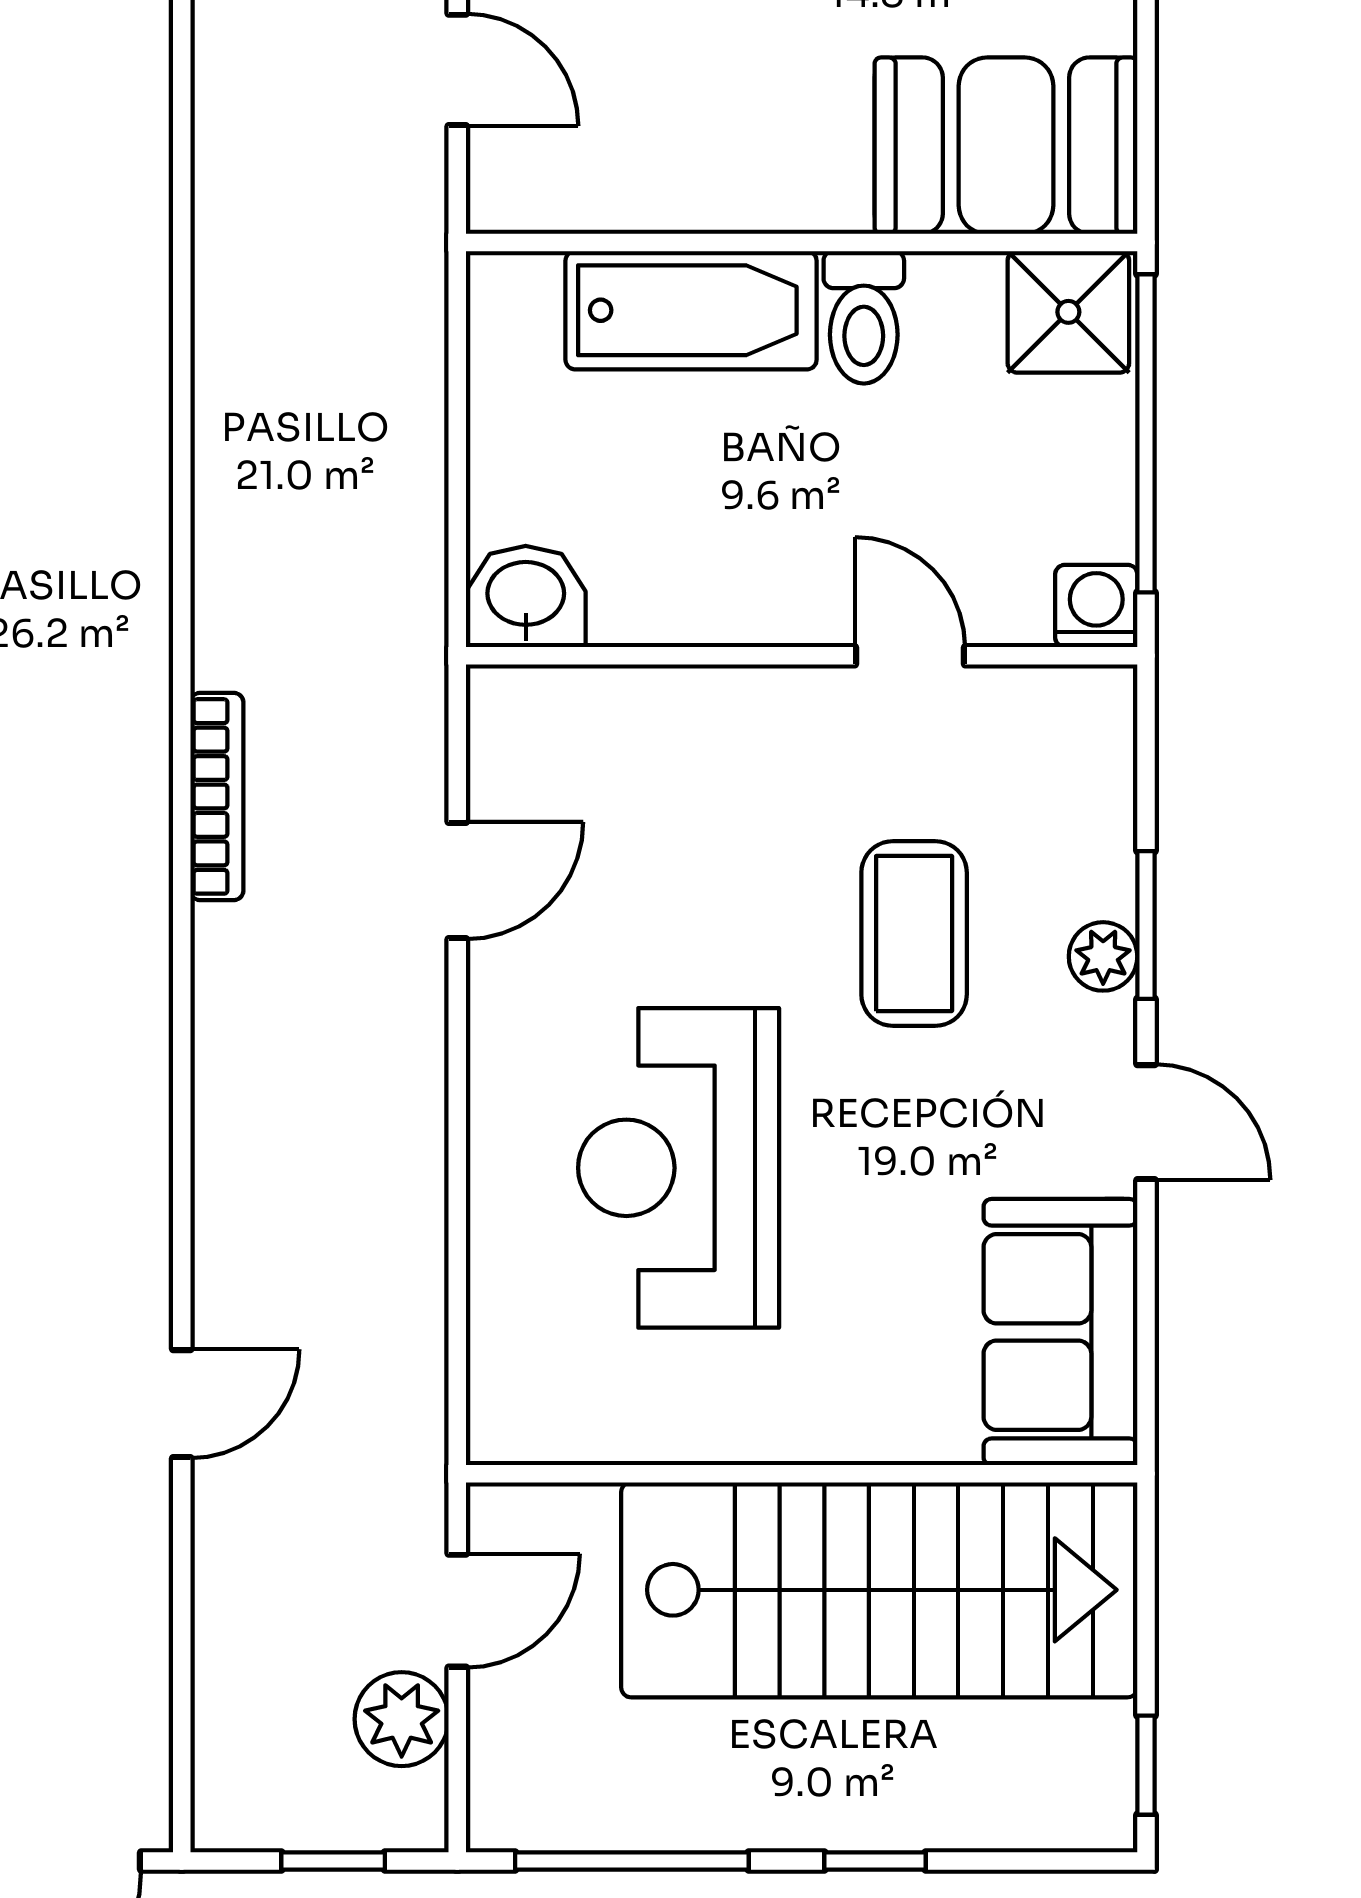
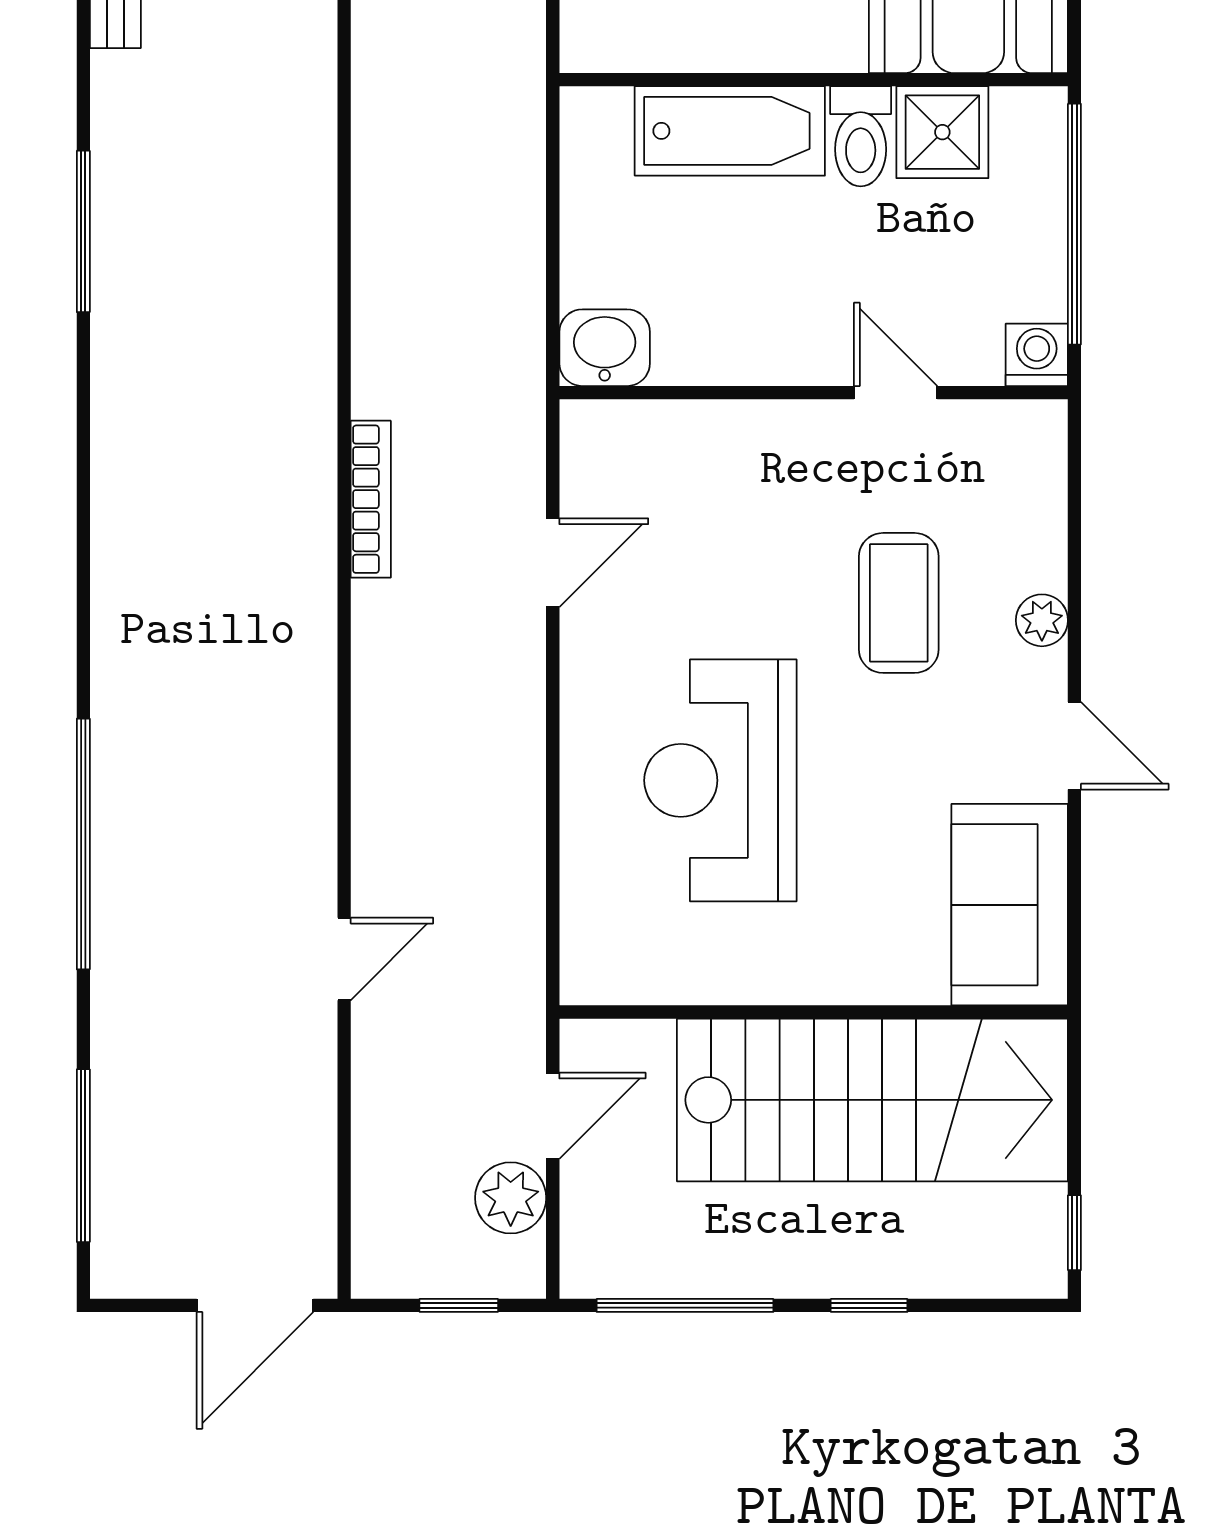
shower: (1068, 312) -> (942, 132), moved
window: (1146, 925) -> (1074, 597), removed

